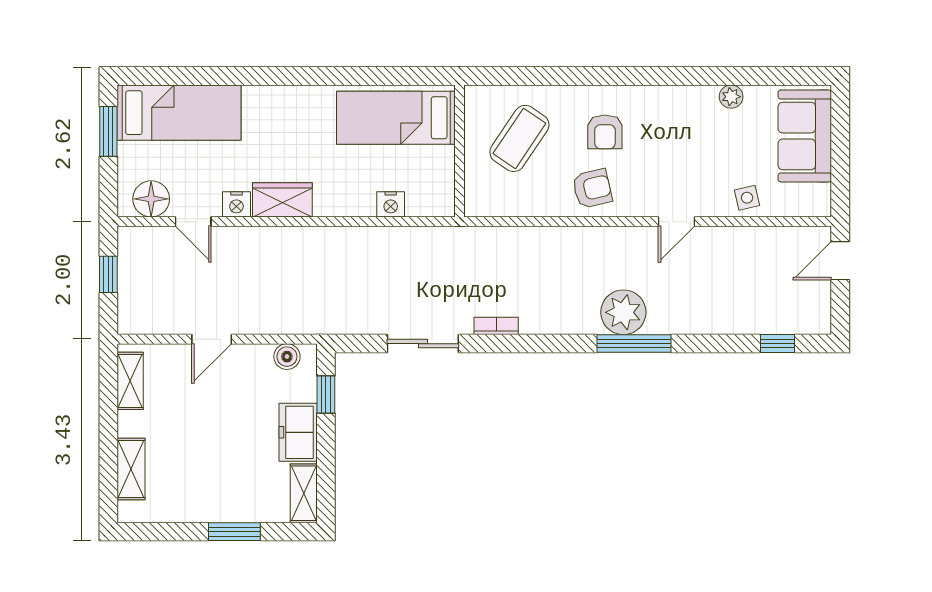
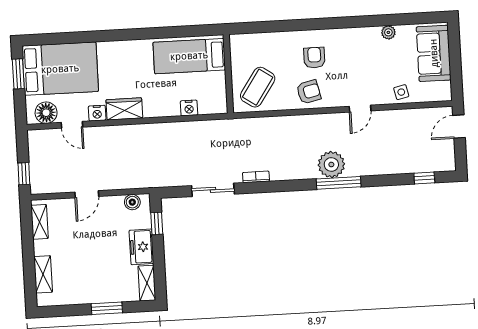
bed: (179, 113) -> (60, 69), width x1.50
armchair: (605, 132) -> (314, 58), turned 180
coffee table: (519, 138) -> (258, 87), moved
window: (108, 274) -> (24, 174), moved

